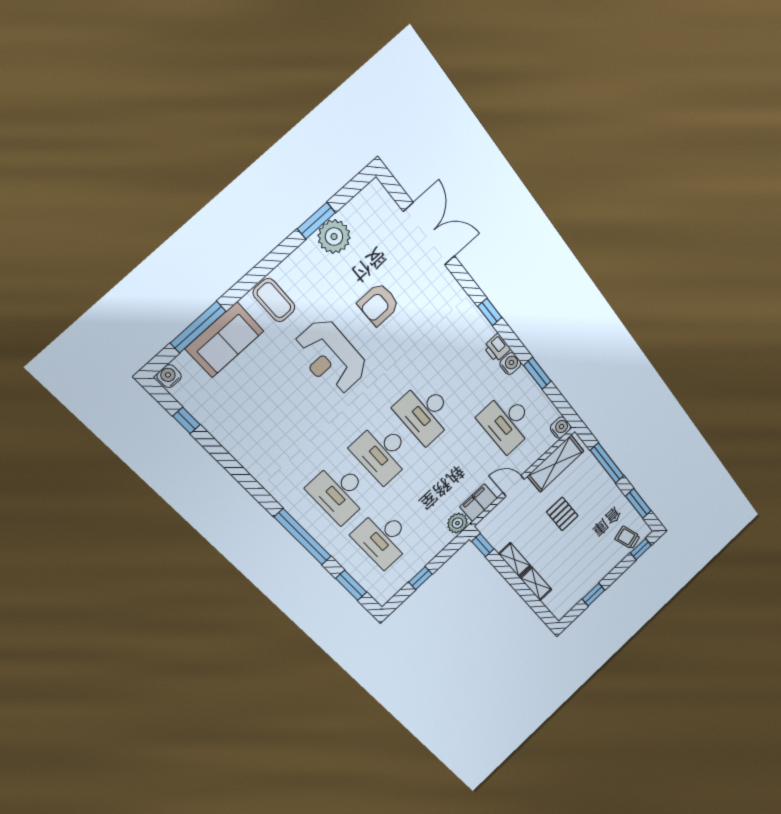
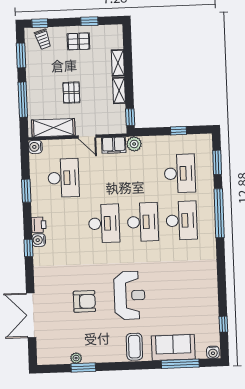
plant: (334, 237) -> (76, 358), width x0.53, depth x0.53
water cooler: (510, 364) -> (39, 240), moved
pallet: (591, 567) -> (78, 41), added

